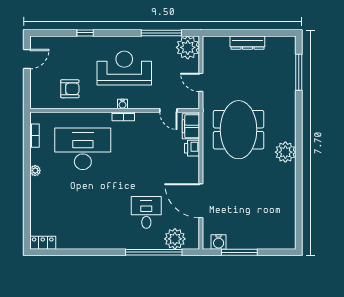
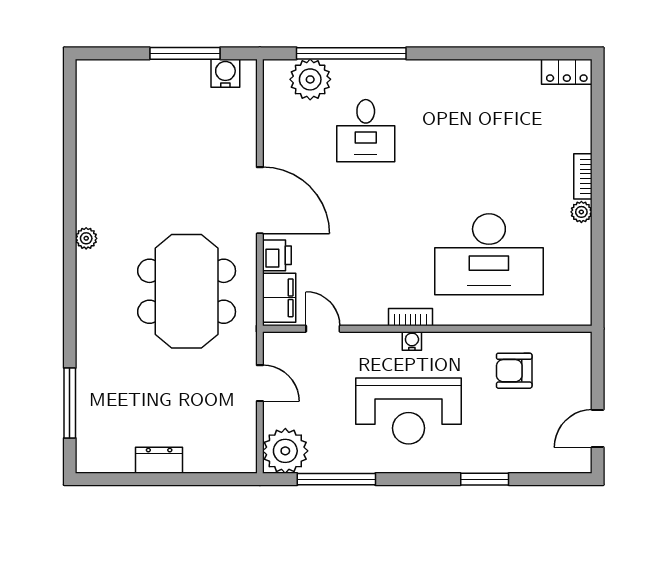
window: (85, 33) -> (485, 479), width x1.50
dresser: (247, 43) -> (159, 460), width x0.70
bookcase: (34, 136) -> (583, 176), moved
plant: (285, 152) -> (86, 238), width x0.53, depth x0.53
door: (201, 201) -> (260, 200), moved

